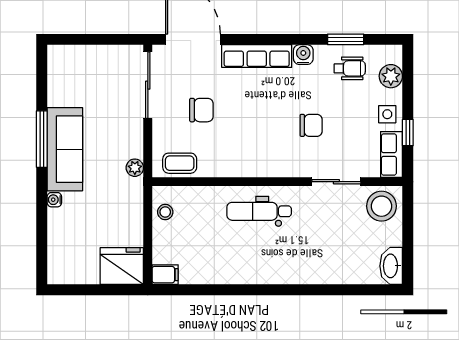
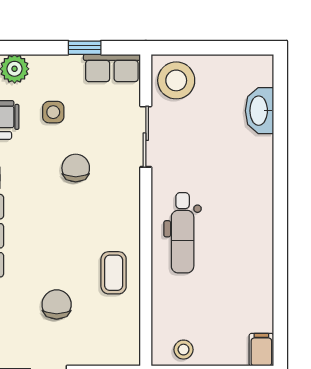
side table: (387, 114) -> (53, 112), moved
coffee table: (180, 163) -> (114, 273), moved
washbasin: (391, 266) -> (259, 111), moved, turned 90

